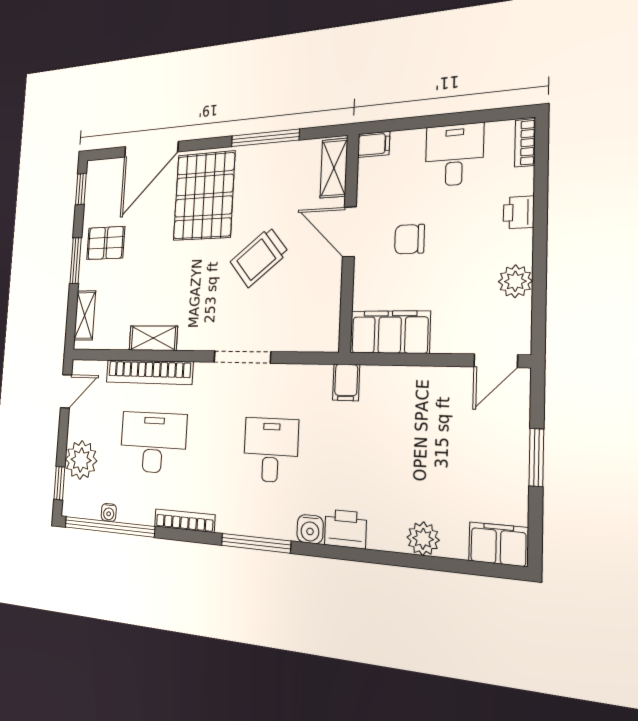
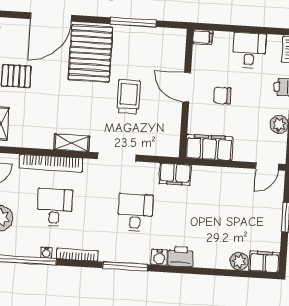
shelving: (334, 168) -> (178, 48), removed
trolley: (259, 257) -> (128, 97), turned 129
shelving: (153, 338) -> (72, 143), moved
filing cabinet: (346, 382) -> (175, 174), width x2.00
desk: (153, 442) -> (54, 207), width x0.73
water cooler: (109, 512) -> (46, 253), moved
plant: (423, 539) -> (239, 261), moved

